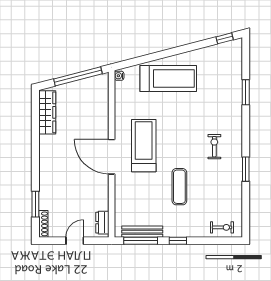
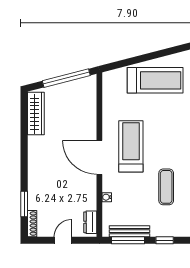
water cooler: (119, 76) -> (107, 197), moved

